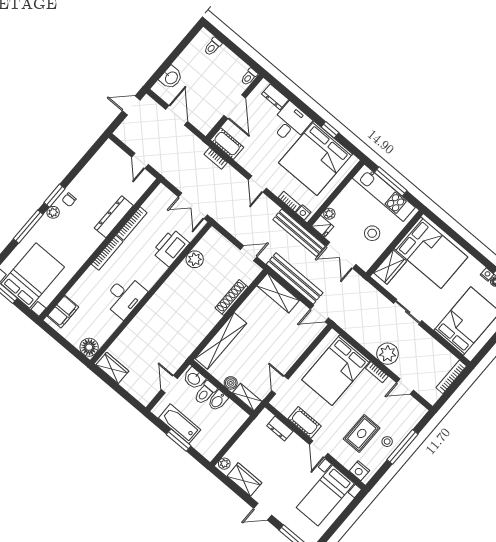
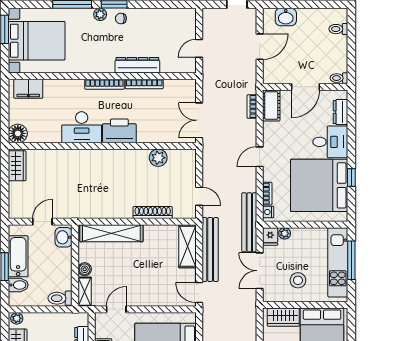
printer: (171, 248) -> (119, 131), moved
toilet: (205, 393) -> (60, 298), moved
bidet: (218, 401) -> (18, 285), moved, turned 180

